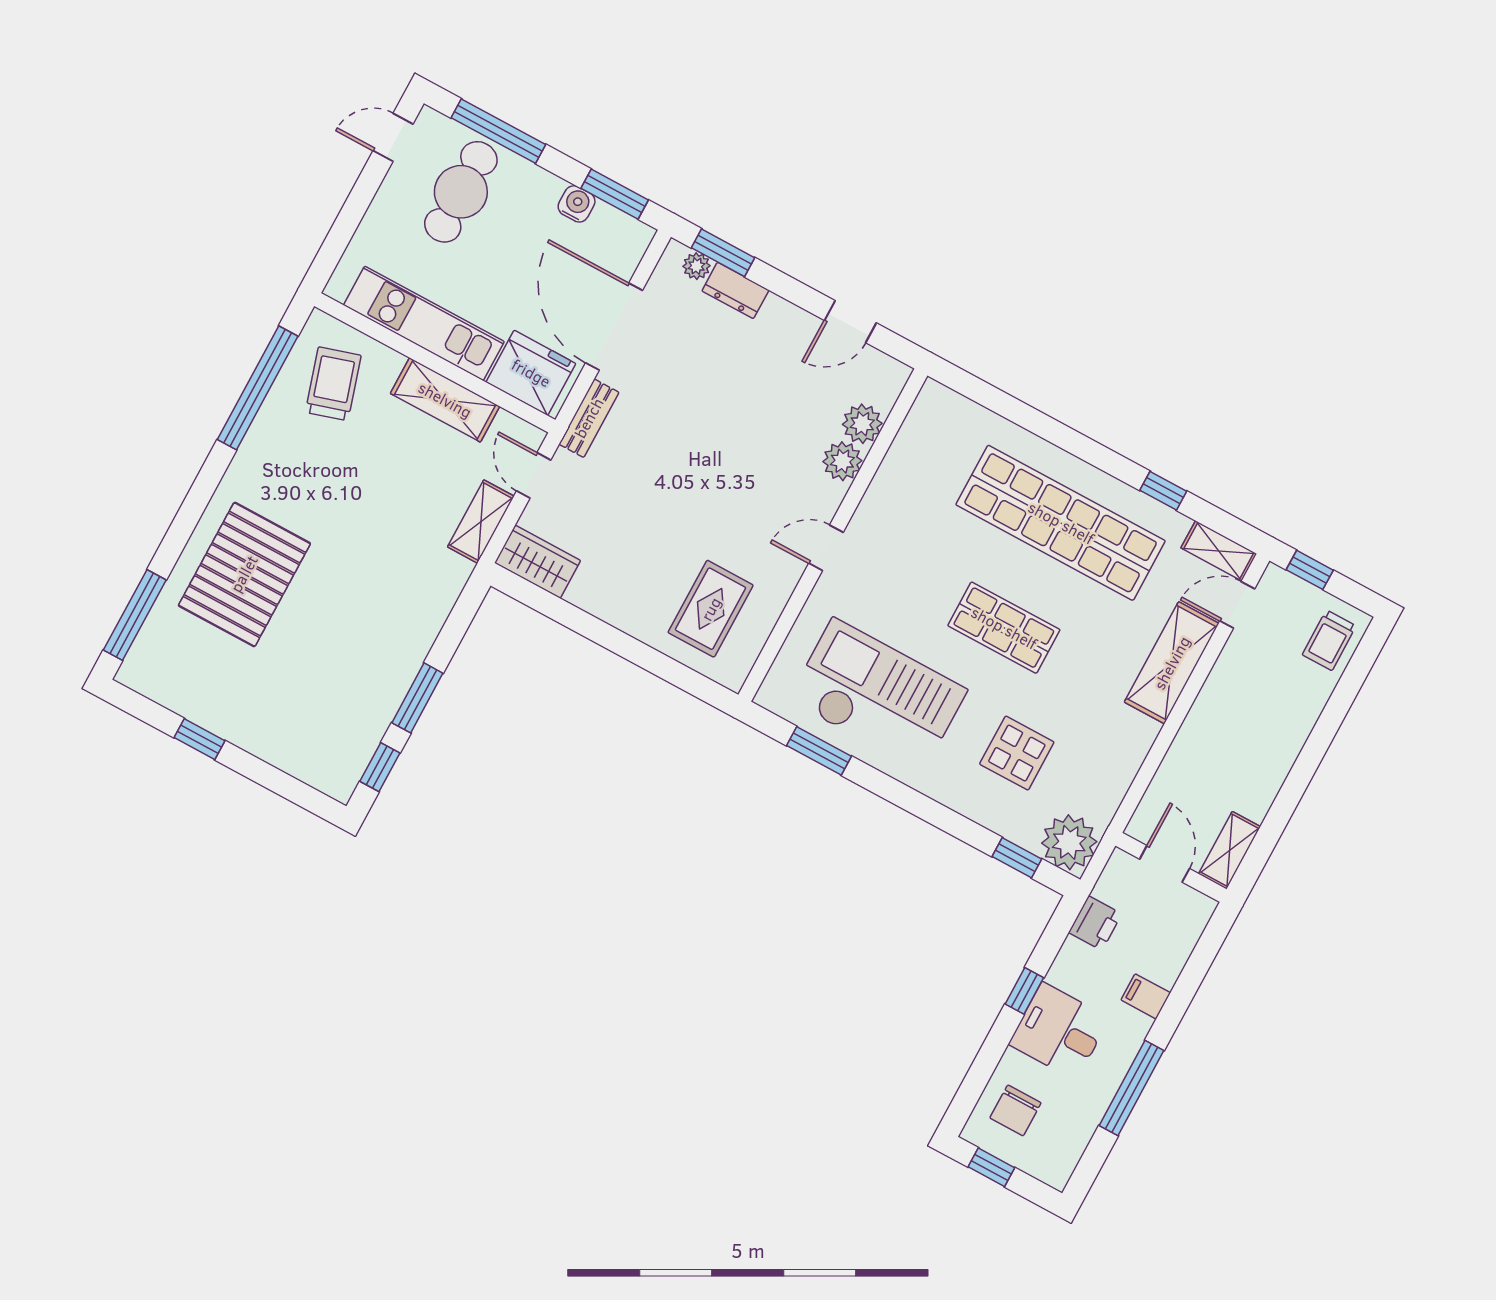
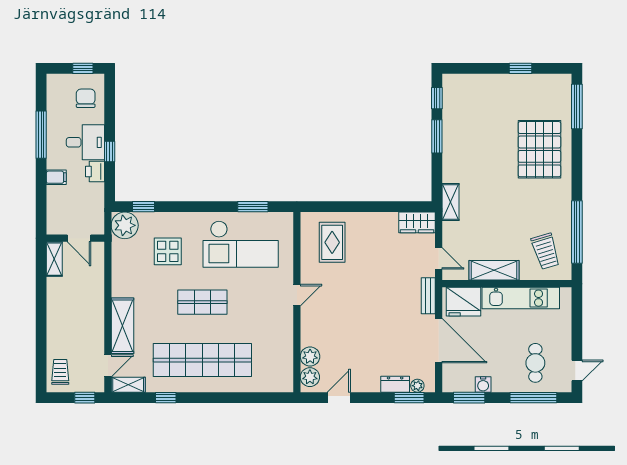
cafe table: (461, 192) -> (535, 363), width x0.73, depth x0.74
plant: (842, 461) -> (310, 377), moved
shelving: (481, 522) -> (451, 202), moved
printer: (1095, 923) -> (95, 172), moved

